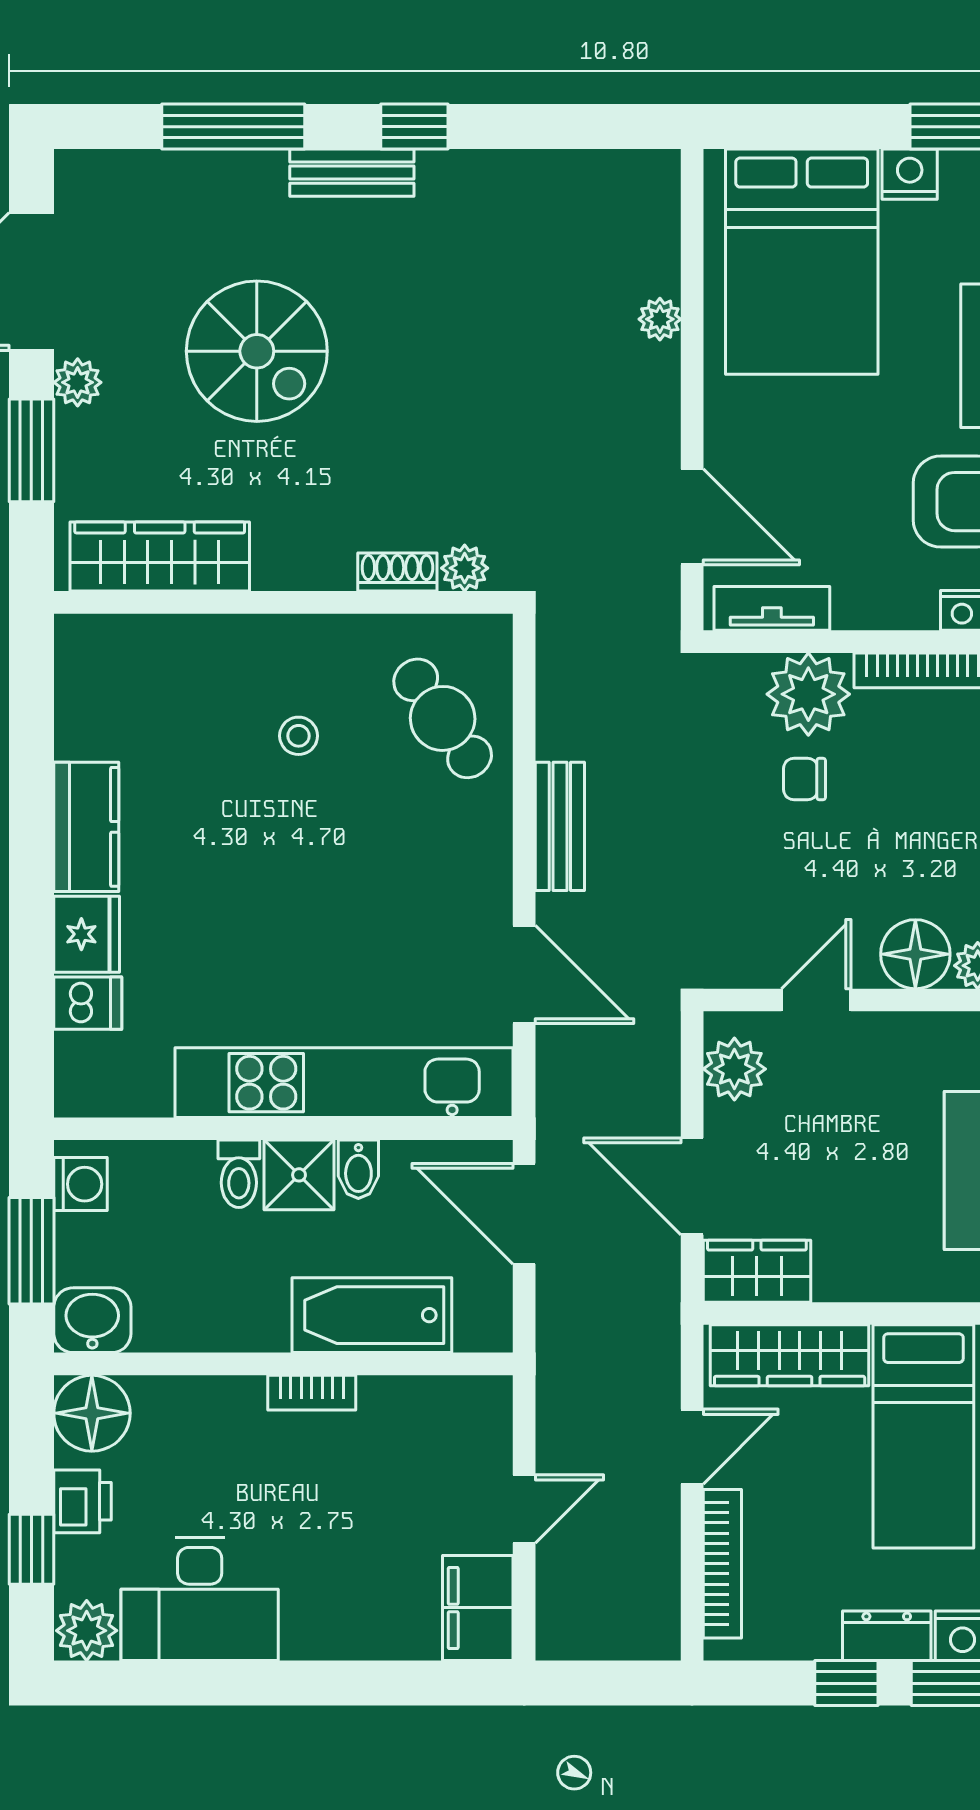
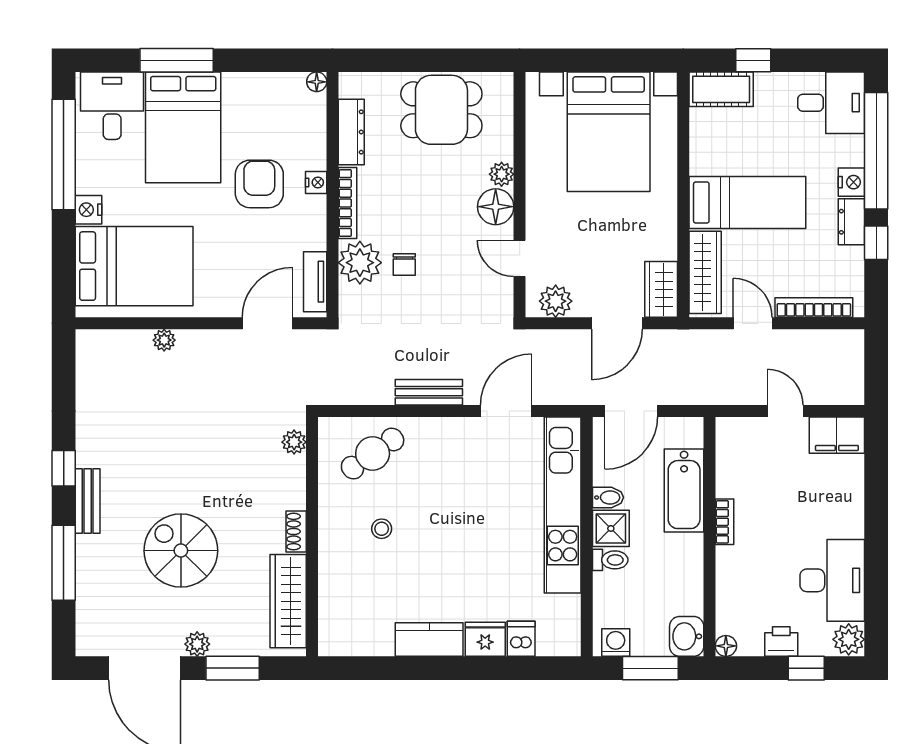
spiral stairs: (257, 351) -> (181, 551), turned -90
shoe rack: (397, 572) -> (296, 531), moved
floor lamp: (92, 1413) -> (726, 646), width x0.53, depth x0.53

